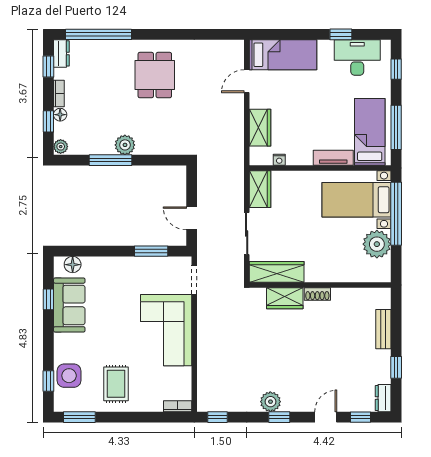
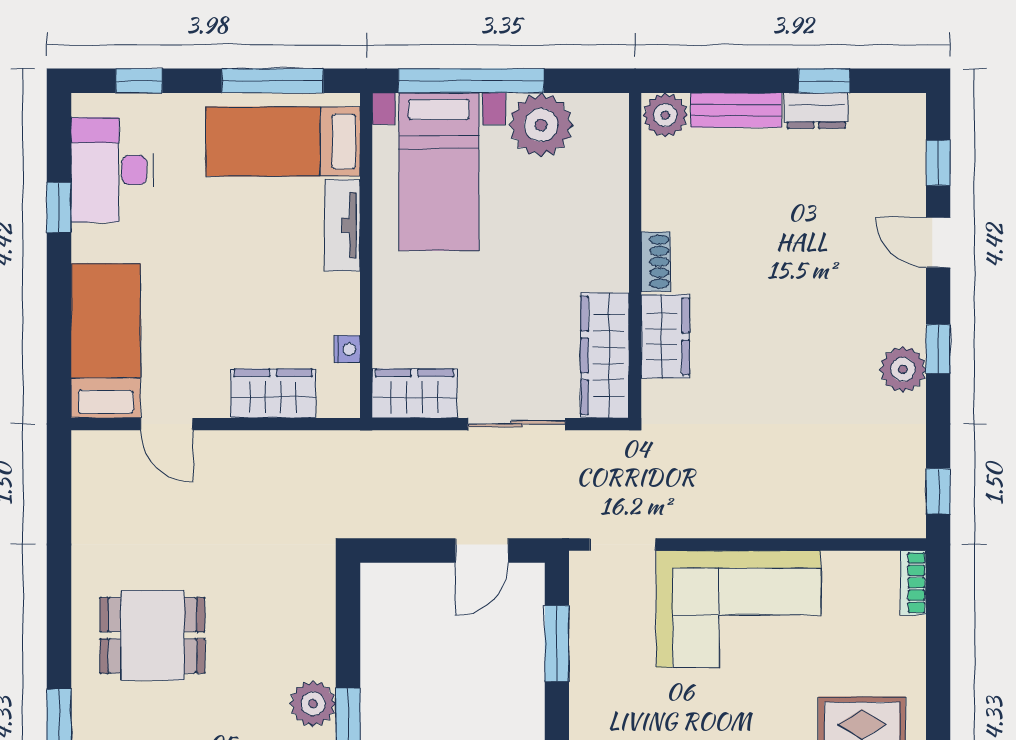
plant: (381, 298) -> (665, 115), added
dresser: (383, 398) -> (816, 111), moved

